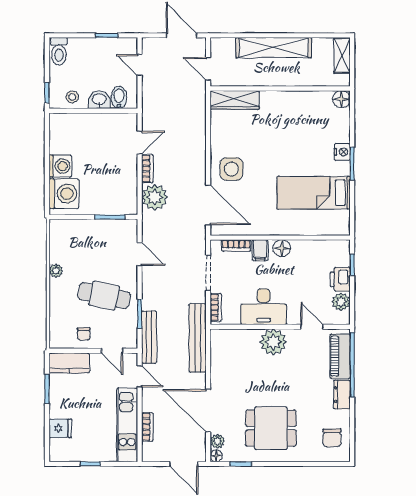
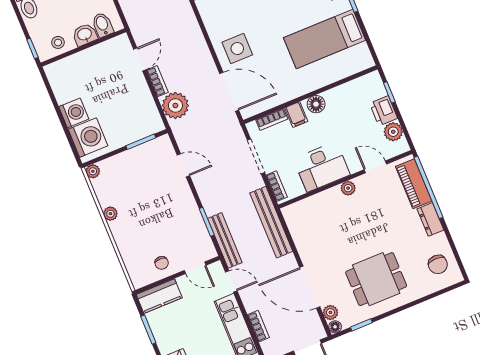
plant: (56, 226) -> (93, 171), added
cafe table: (104, 296) -> (166, 219), removed
plant: (273, 342) -> (348, 188), width x0.53, depth x0.53

